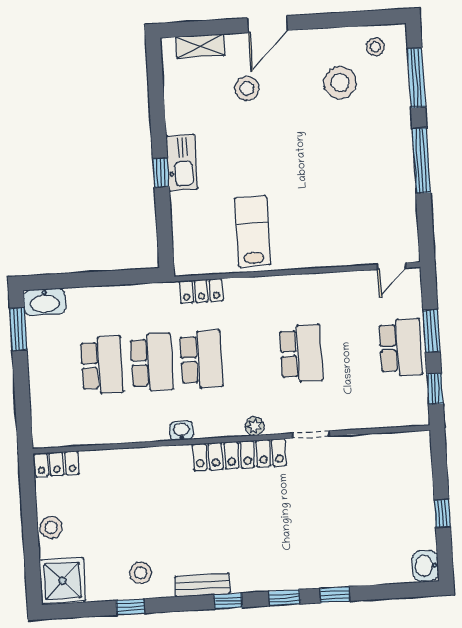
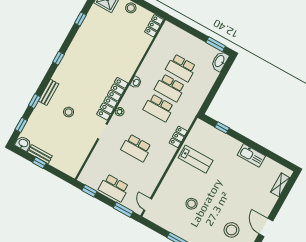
door: (267, 24) -> (266, 227), moved
stool: (247, 88) -> (192, 204), moved
kitchen sink: (182, 163) -> (251, 155), moved
window: (161, 173) -> (222, 128), moved
locker: (201, 291) -> (178, 137), moved
window: (431, 331) -> (123, 210), moved
bench: (426, 523) -> (40, 154), added
stool: (141, 573) -> (69, 112), moved
bench: (202, 585) -> (49, 92), moved
window: (284, 598) -> (21, 125), moved

